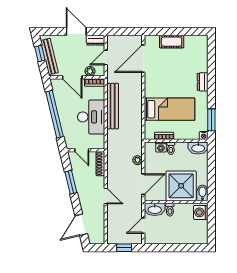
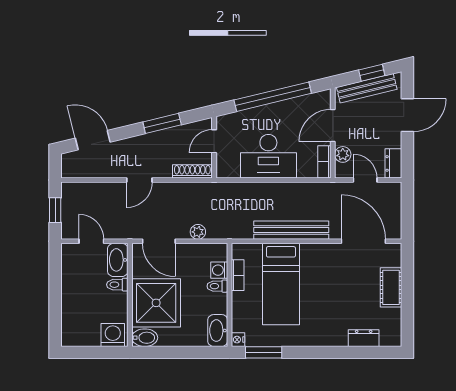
door: (76, 32) -> (407, 115), moved
dresser: (203, 82) -> (364, 338), moved
bench: (113, 106) -> (291, 230), moved

